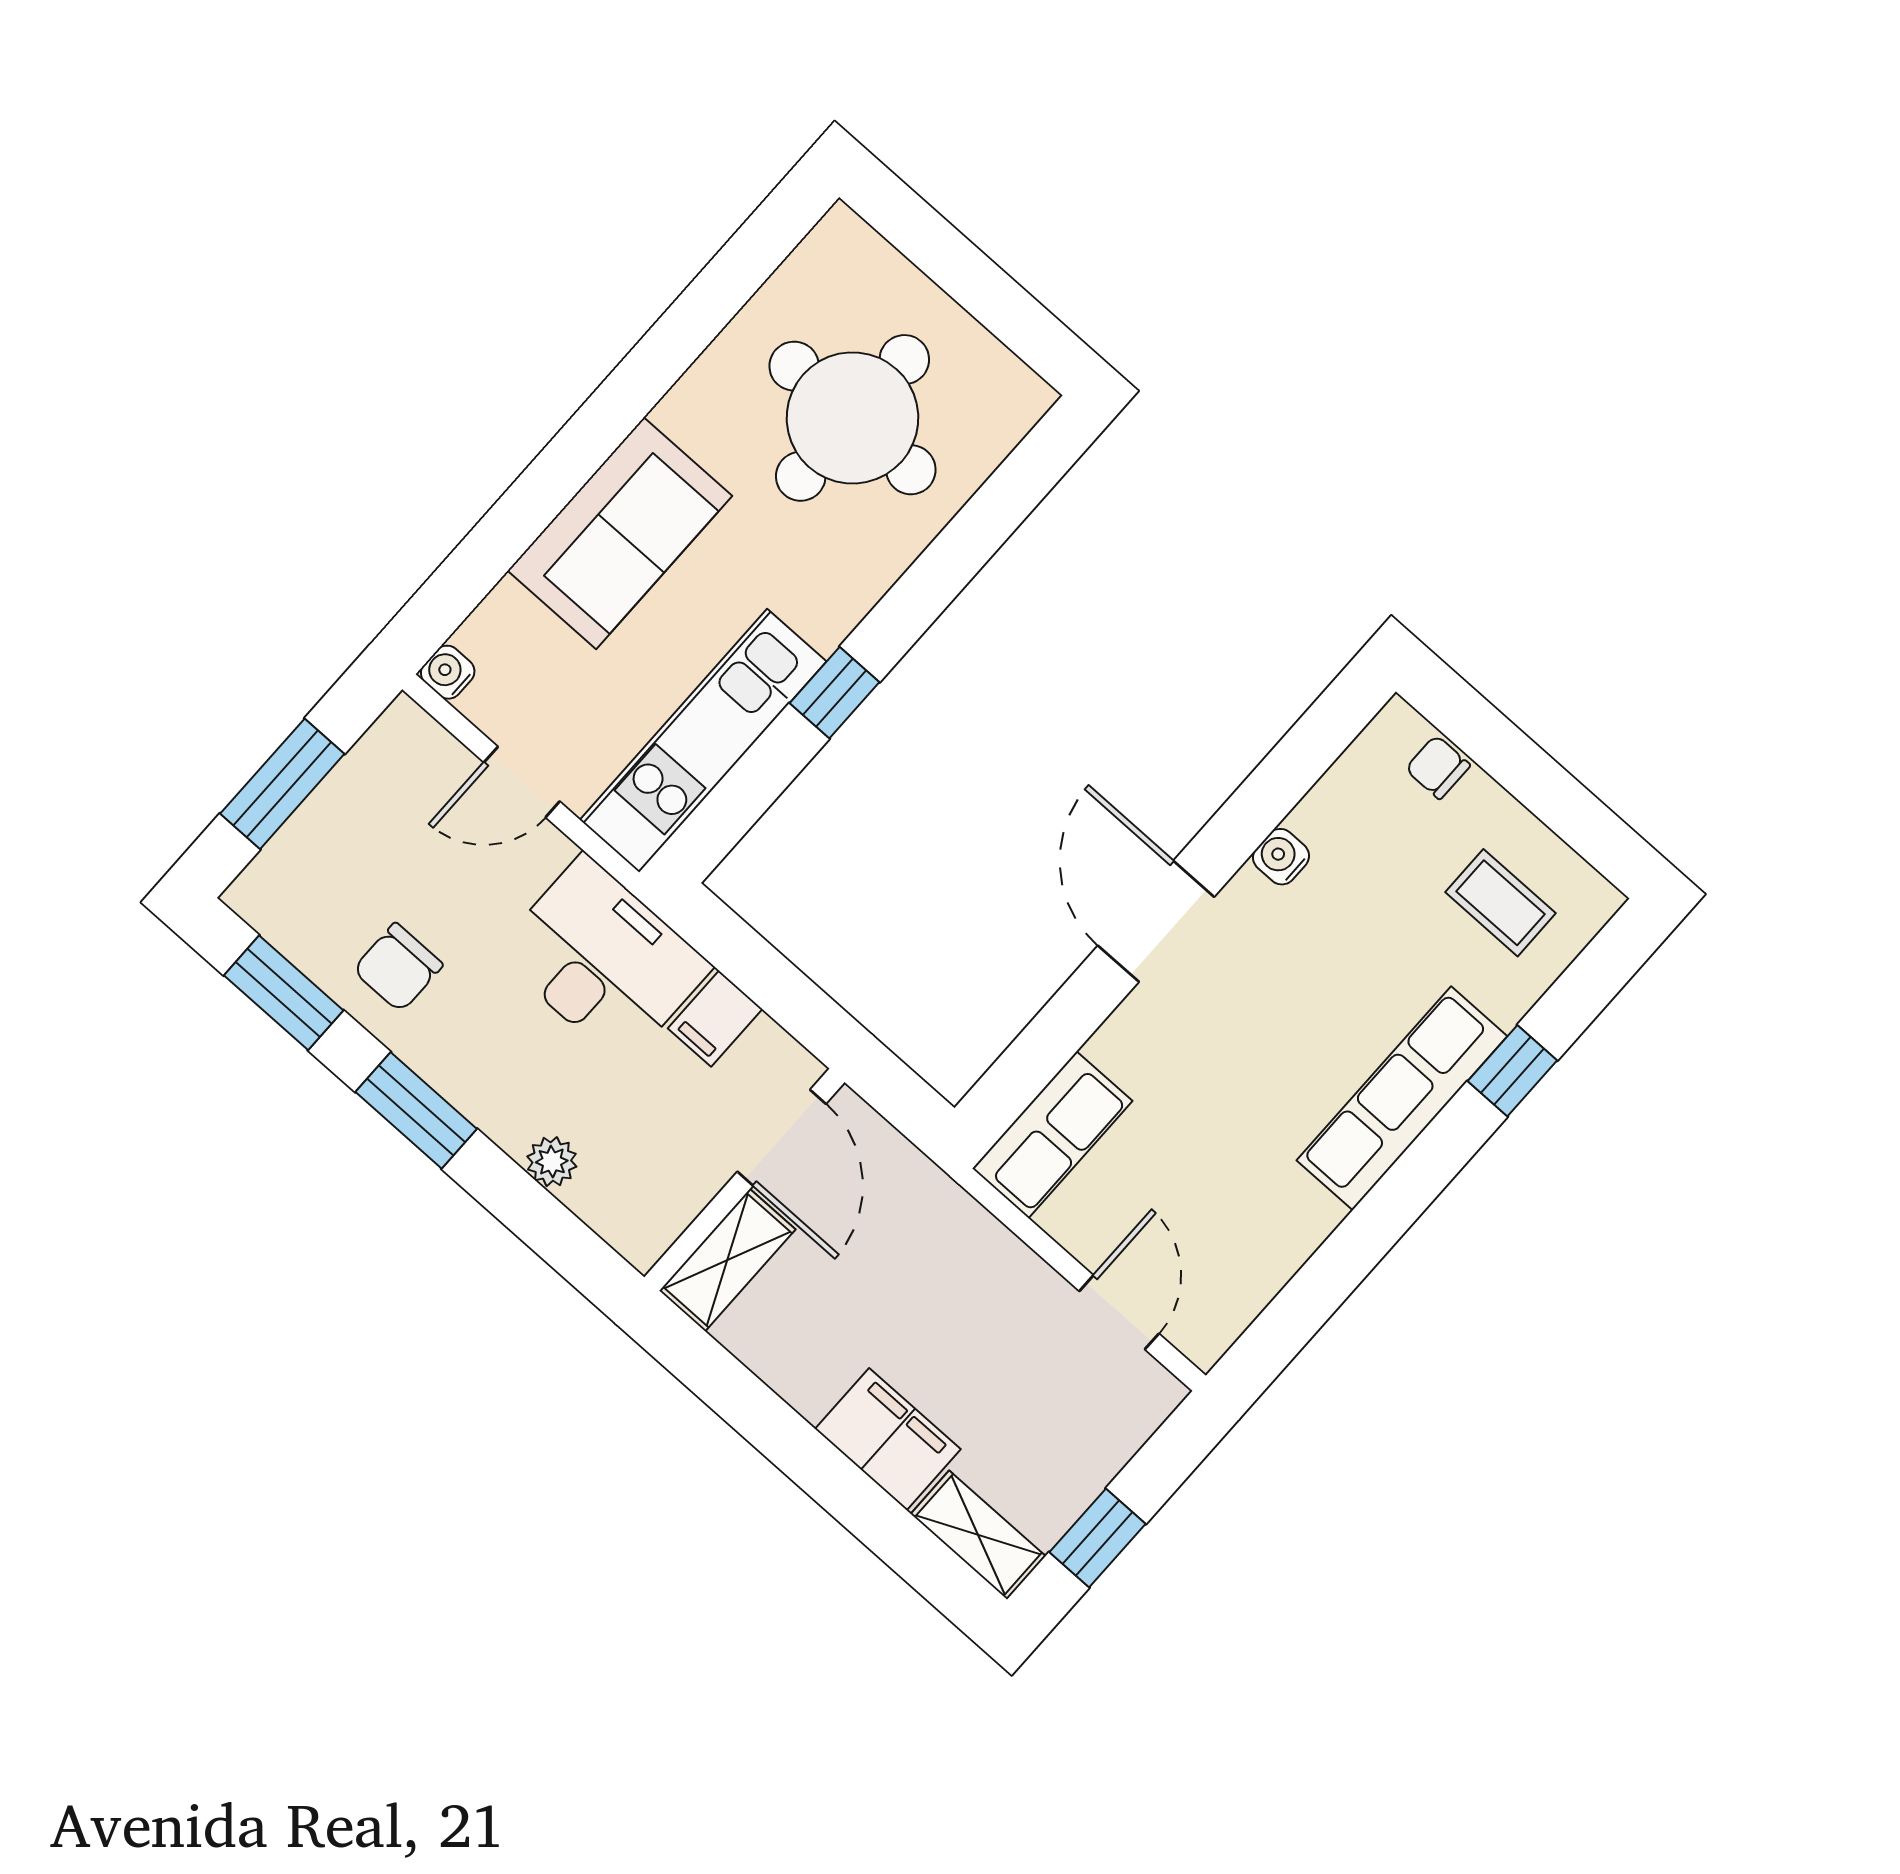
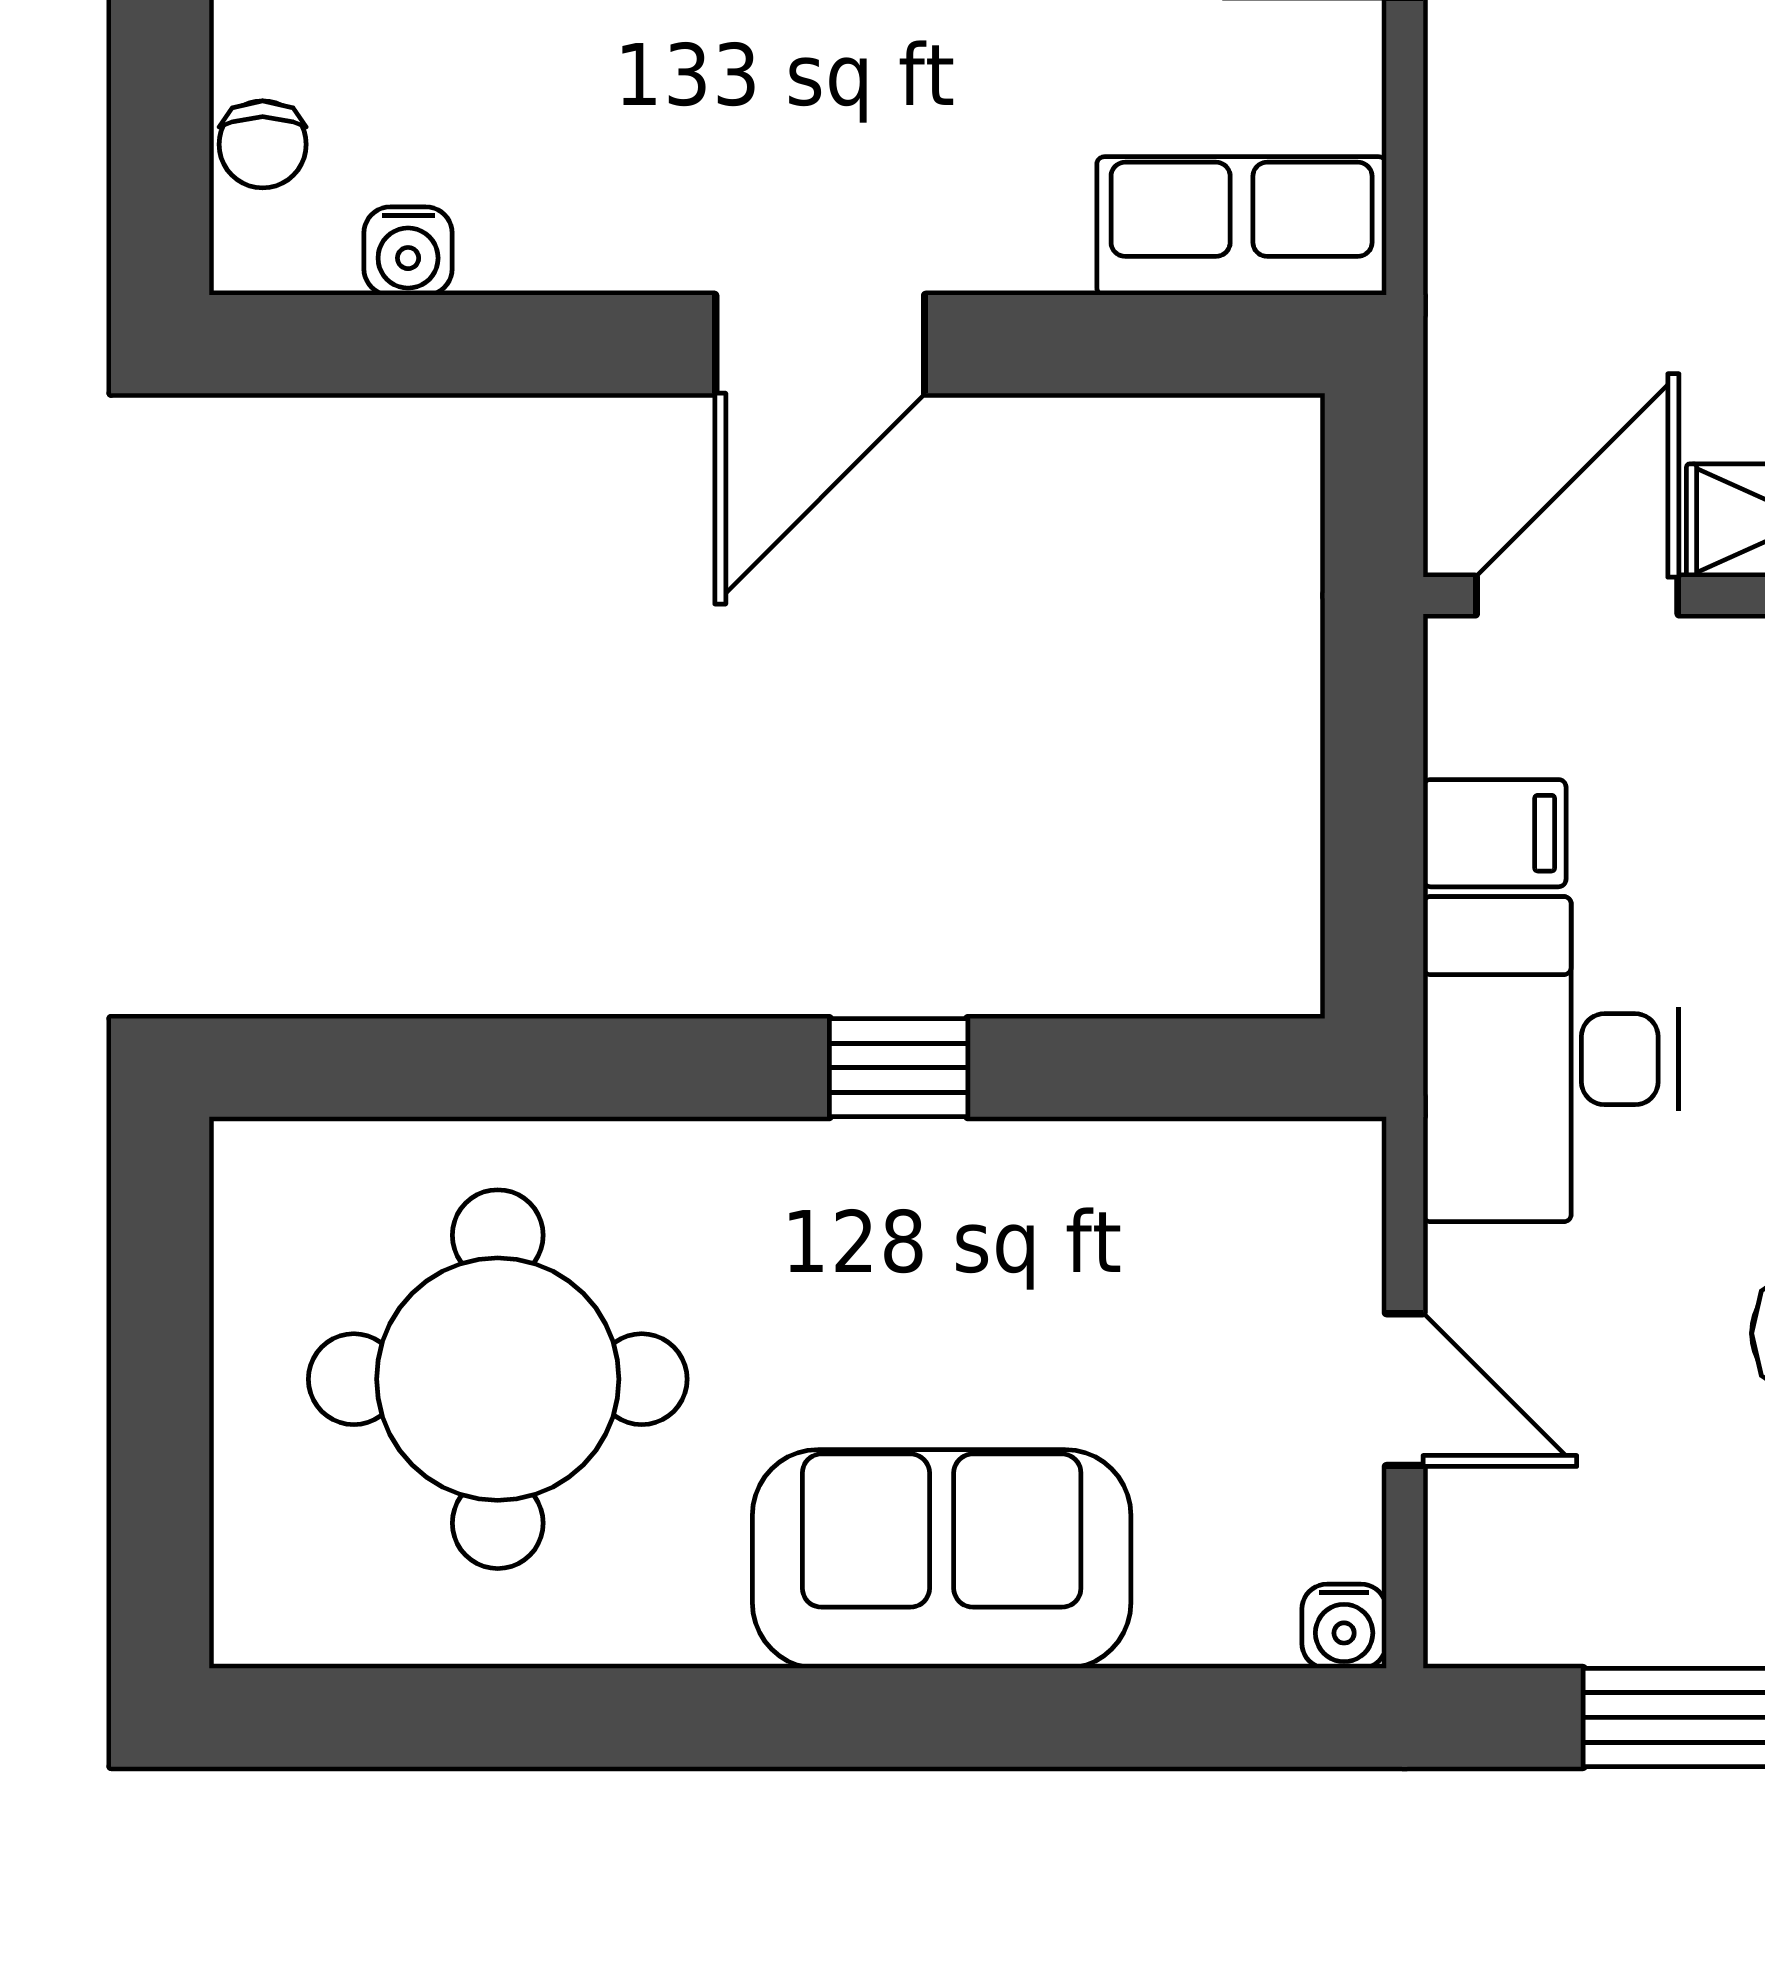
kitchen unit: (703, 741) -> (1126, 1190), removed
water cooler: (1281, 857) -> (408, 251), moved

